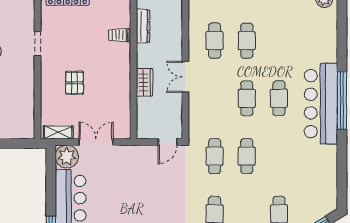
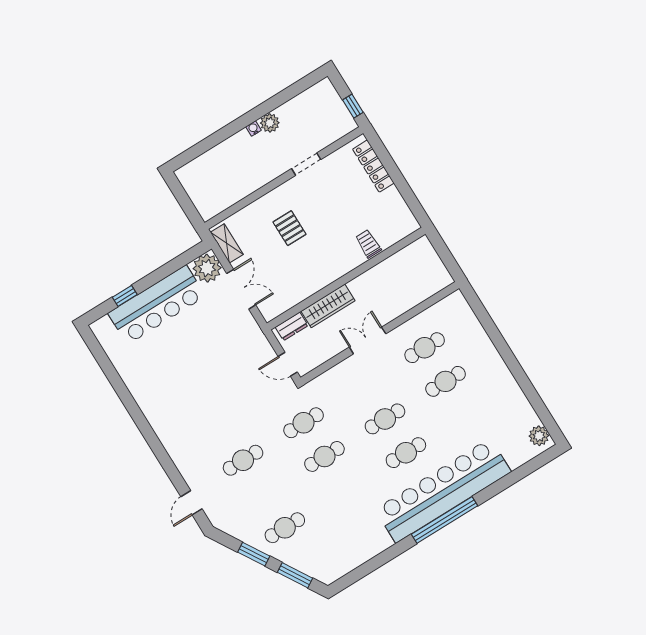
dresser: (143, 26) -> (292, 326), moved, width x0.70
wardrobe: (145, 82) -> (328, 306), width x1.50
pallet: (74, 83) -> (289, 228), turned 90
bar counter: (321, 104) -> (443, 491), width x1.36

